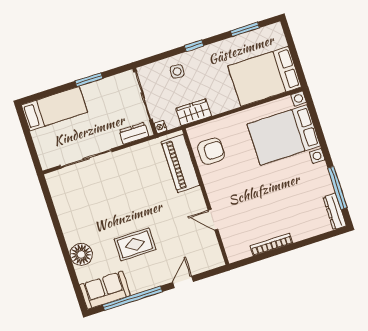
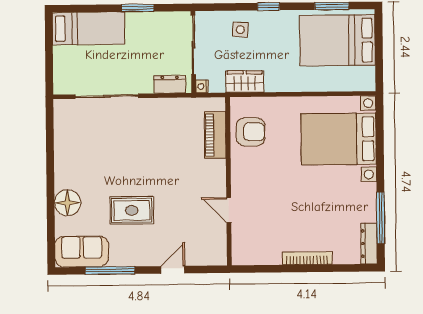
bed: (265, 76) -> (337, 40), moved
piano: (181, 164) -> (215, 135), width x0.73, depth x0.75
bookcase: (271, 244) -> (307, 258), moved
window: (133, 298) -> (110, 270), width x0.68

